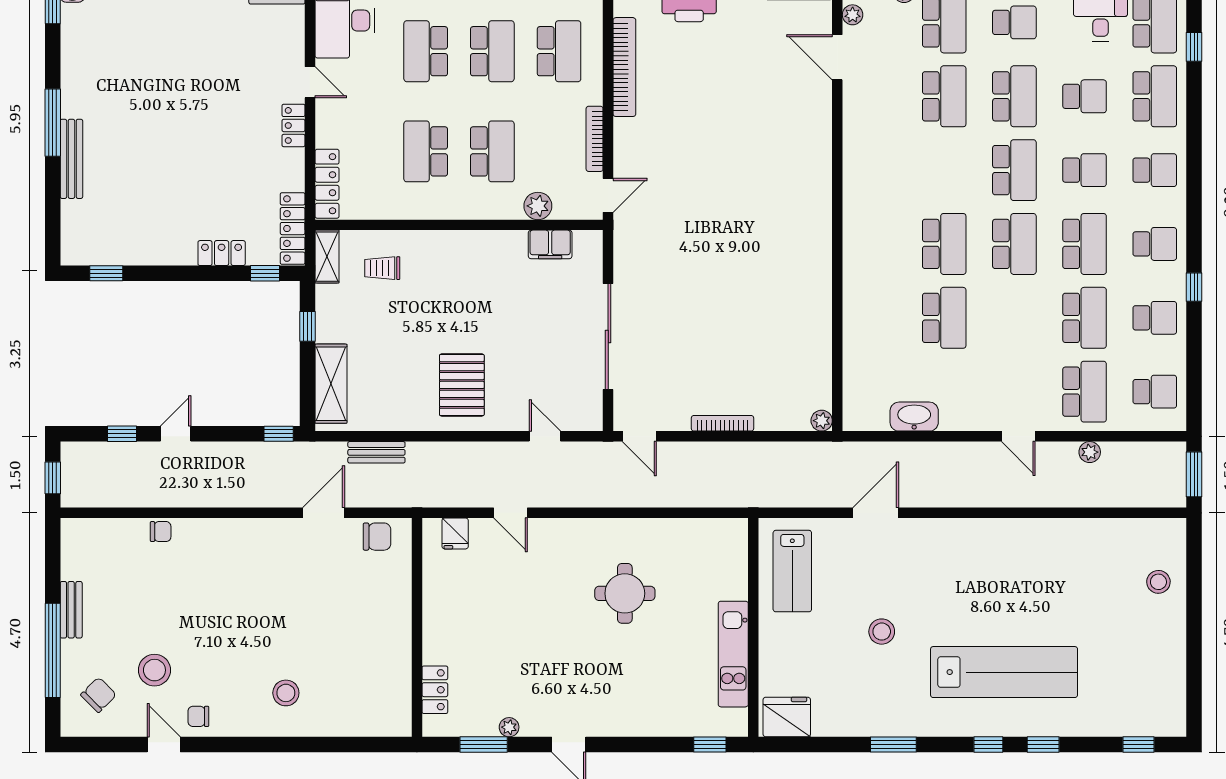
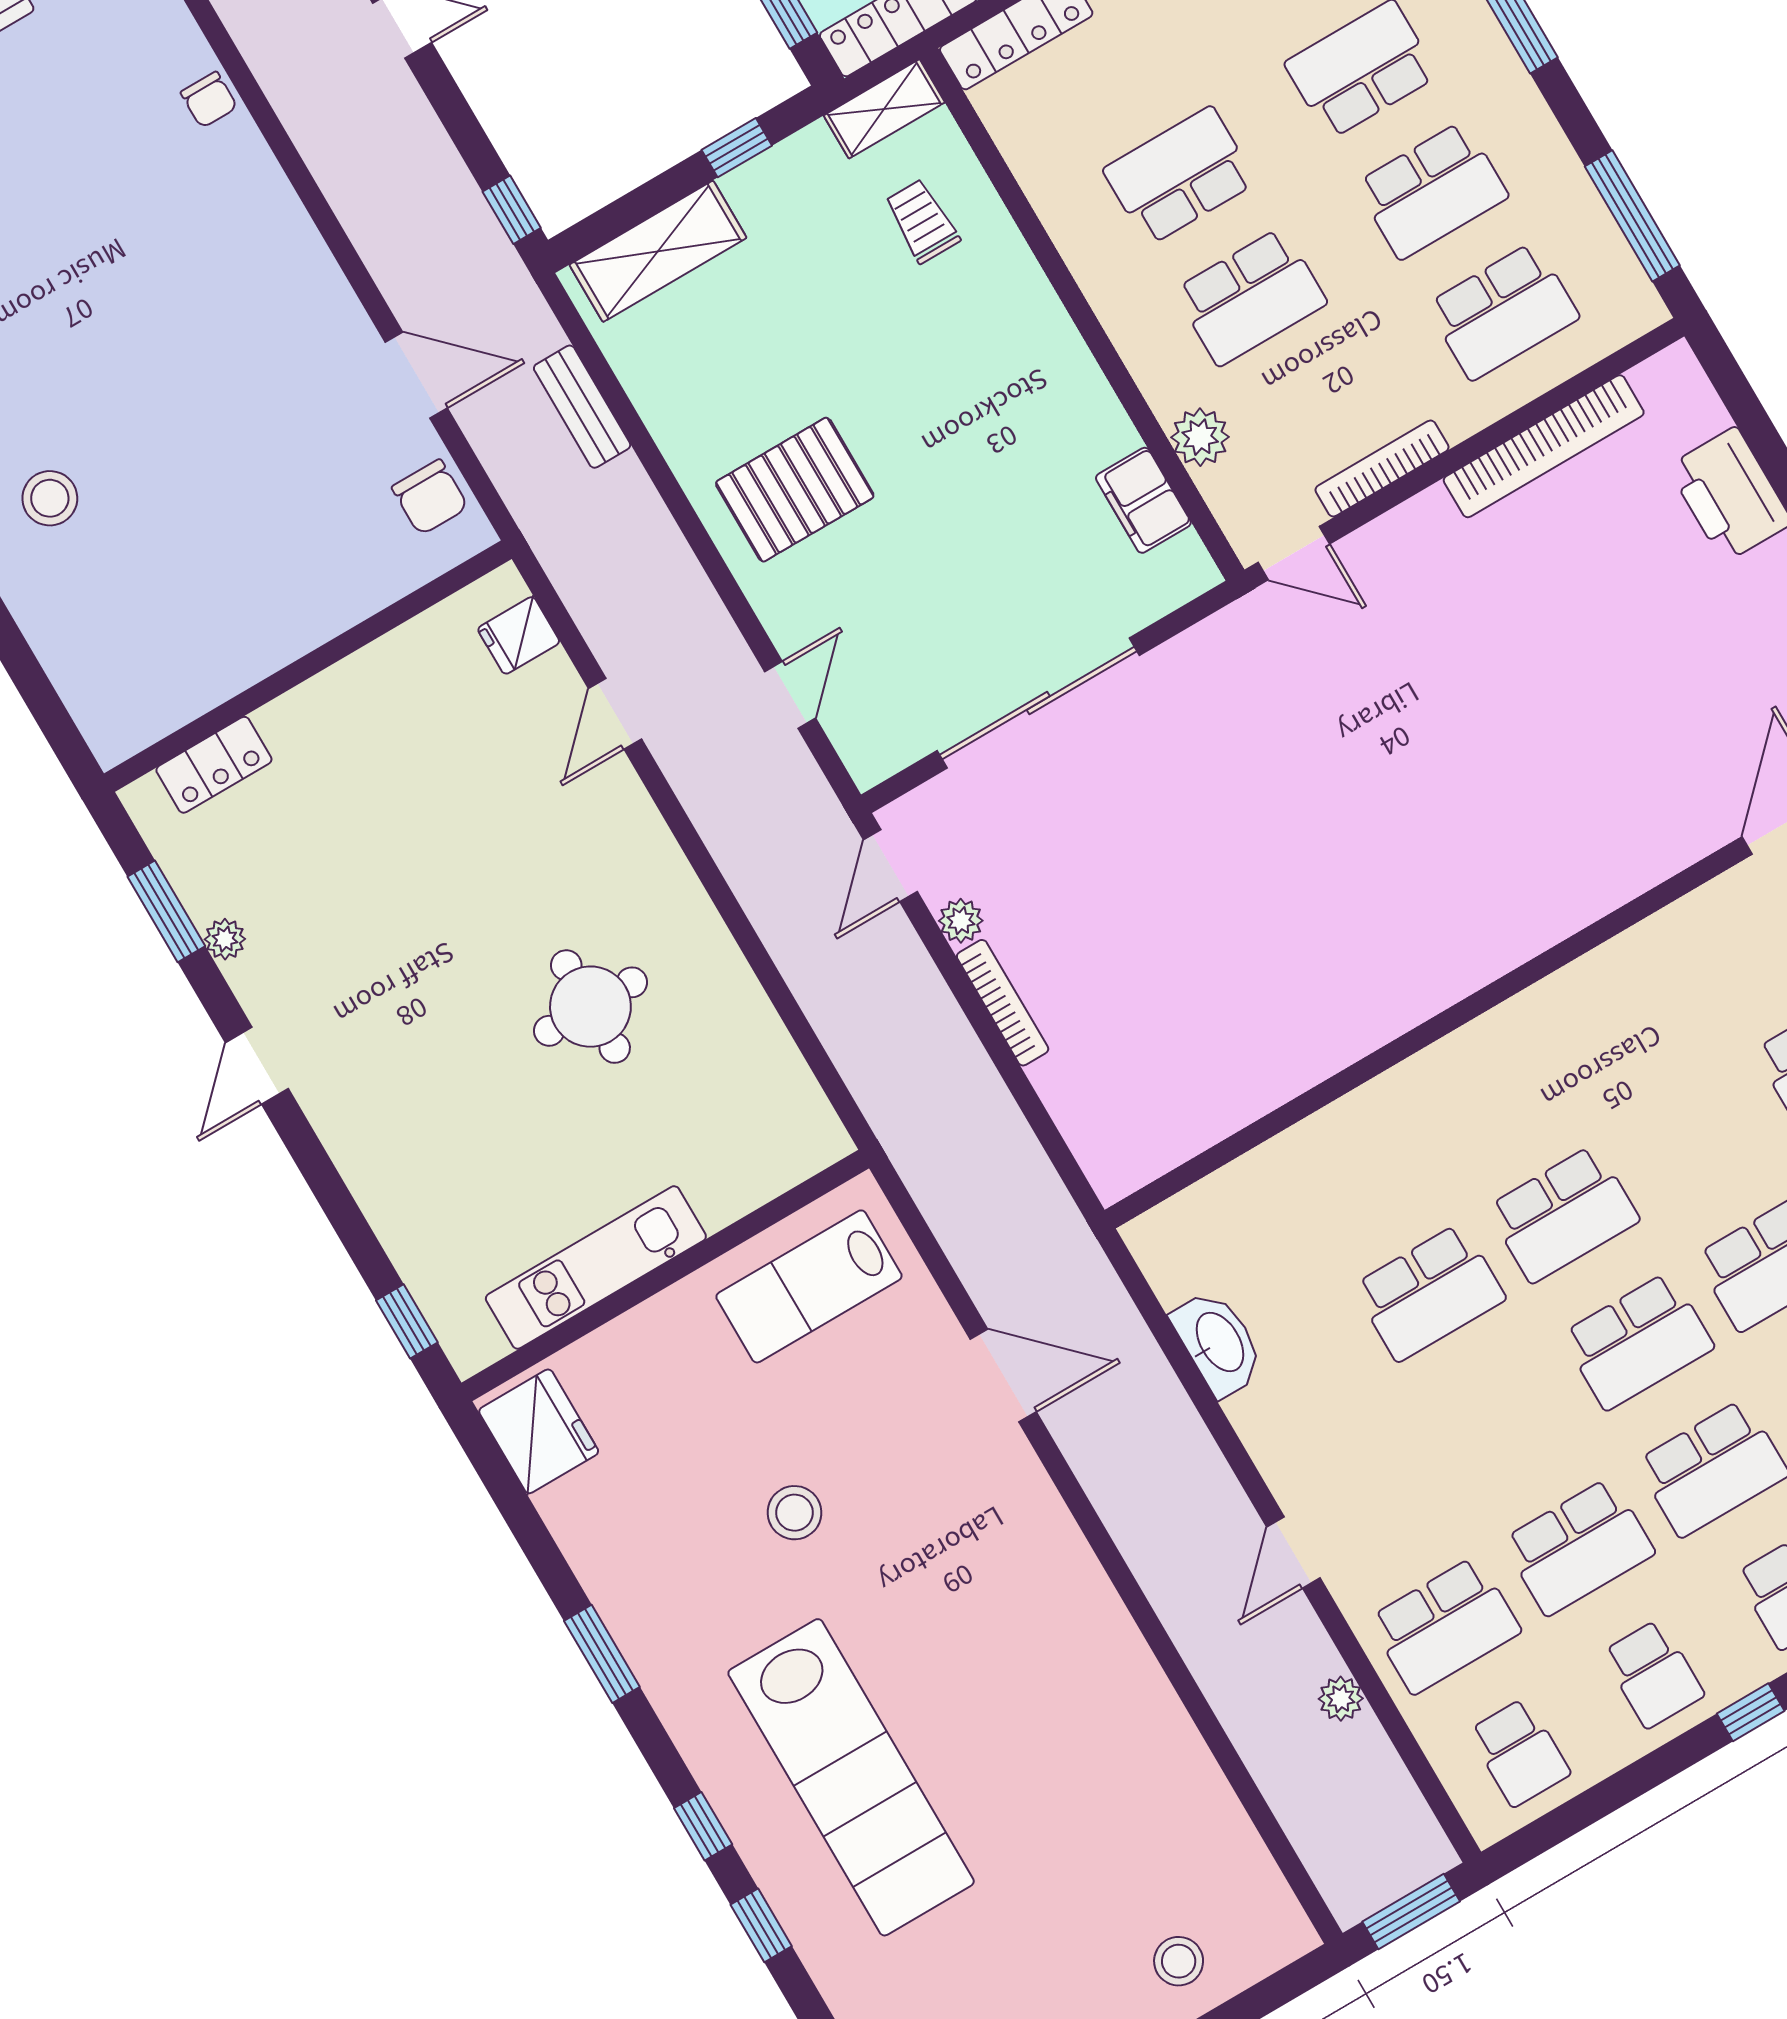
plant: (822, 421) -> (961, 921), moved

